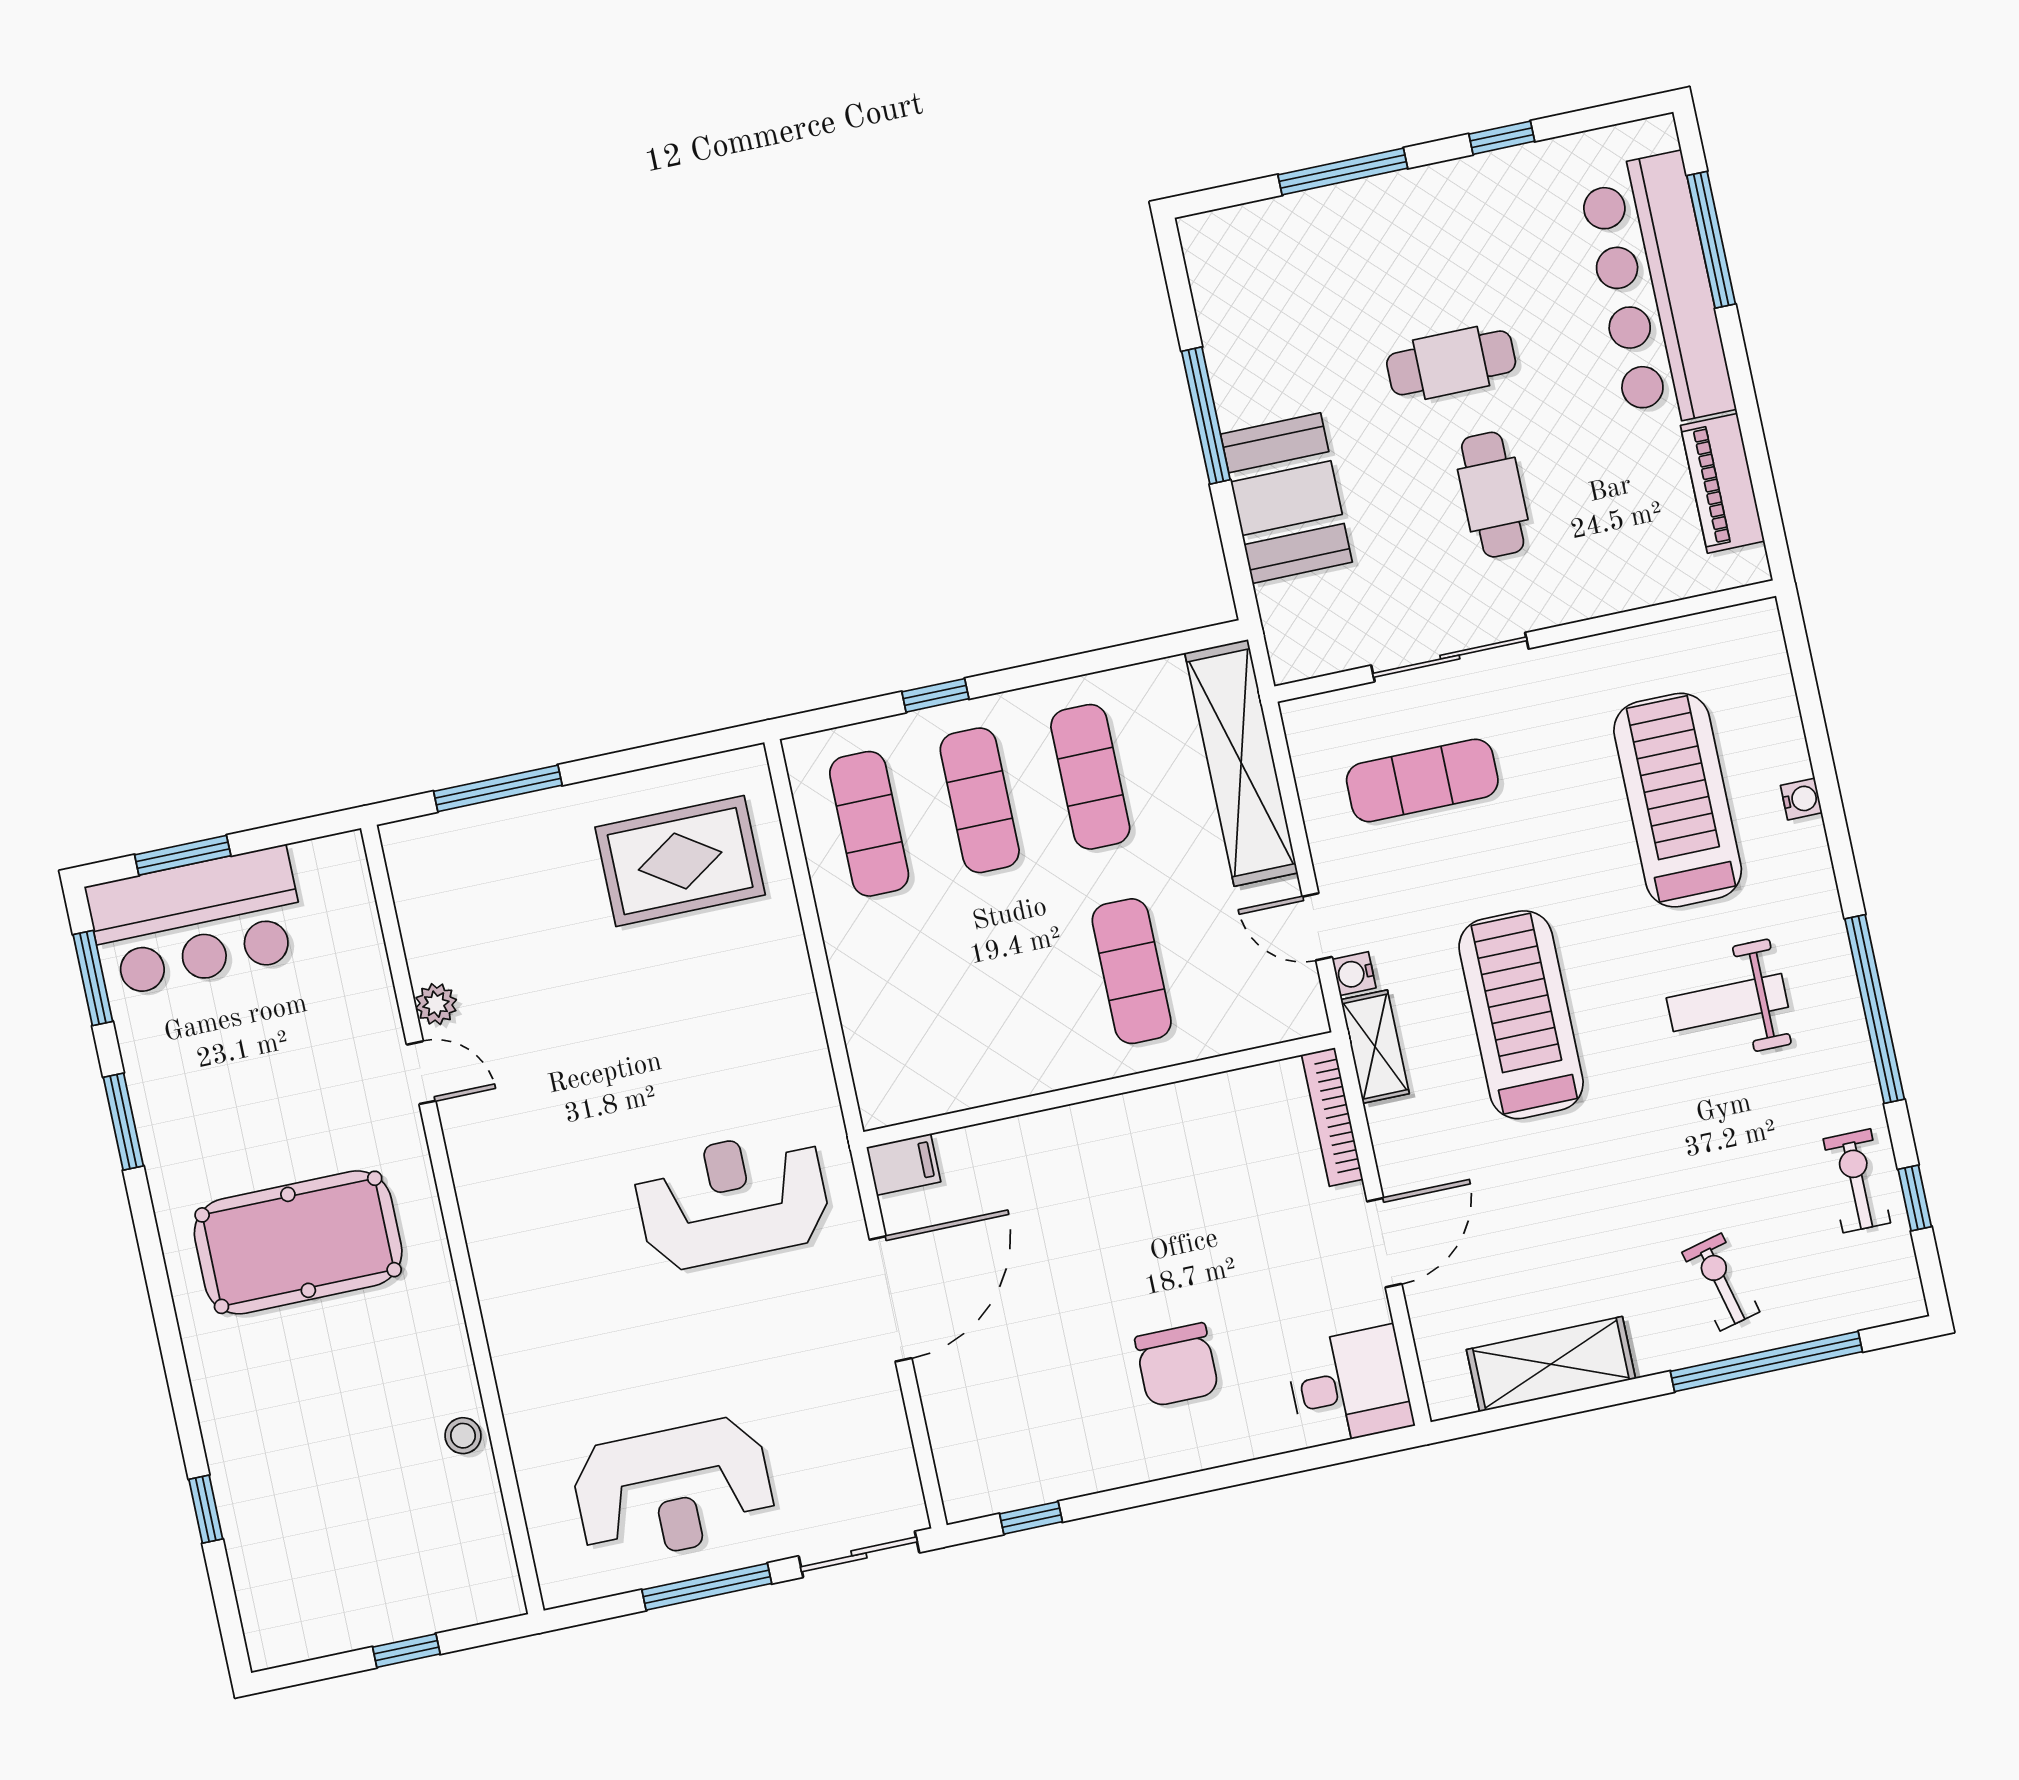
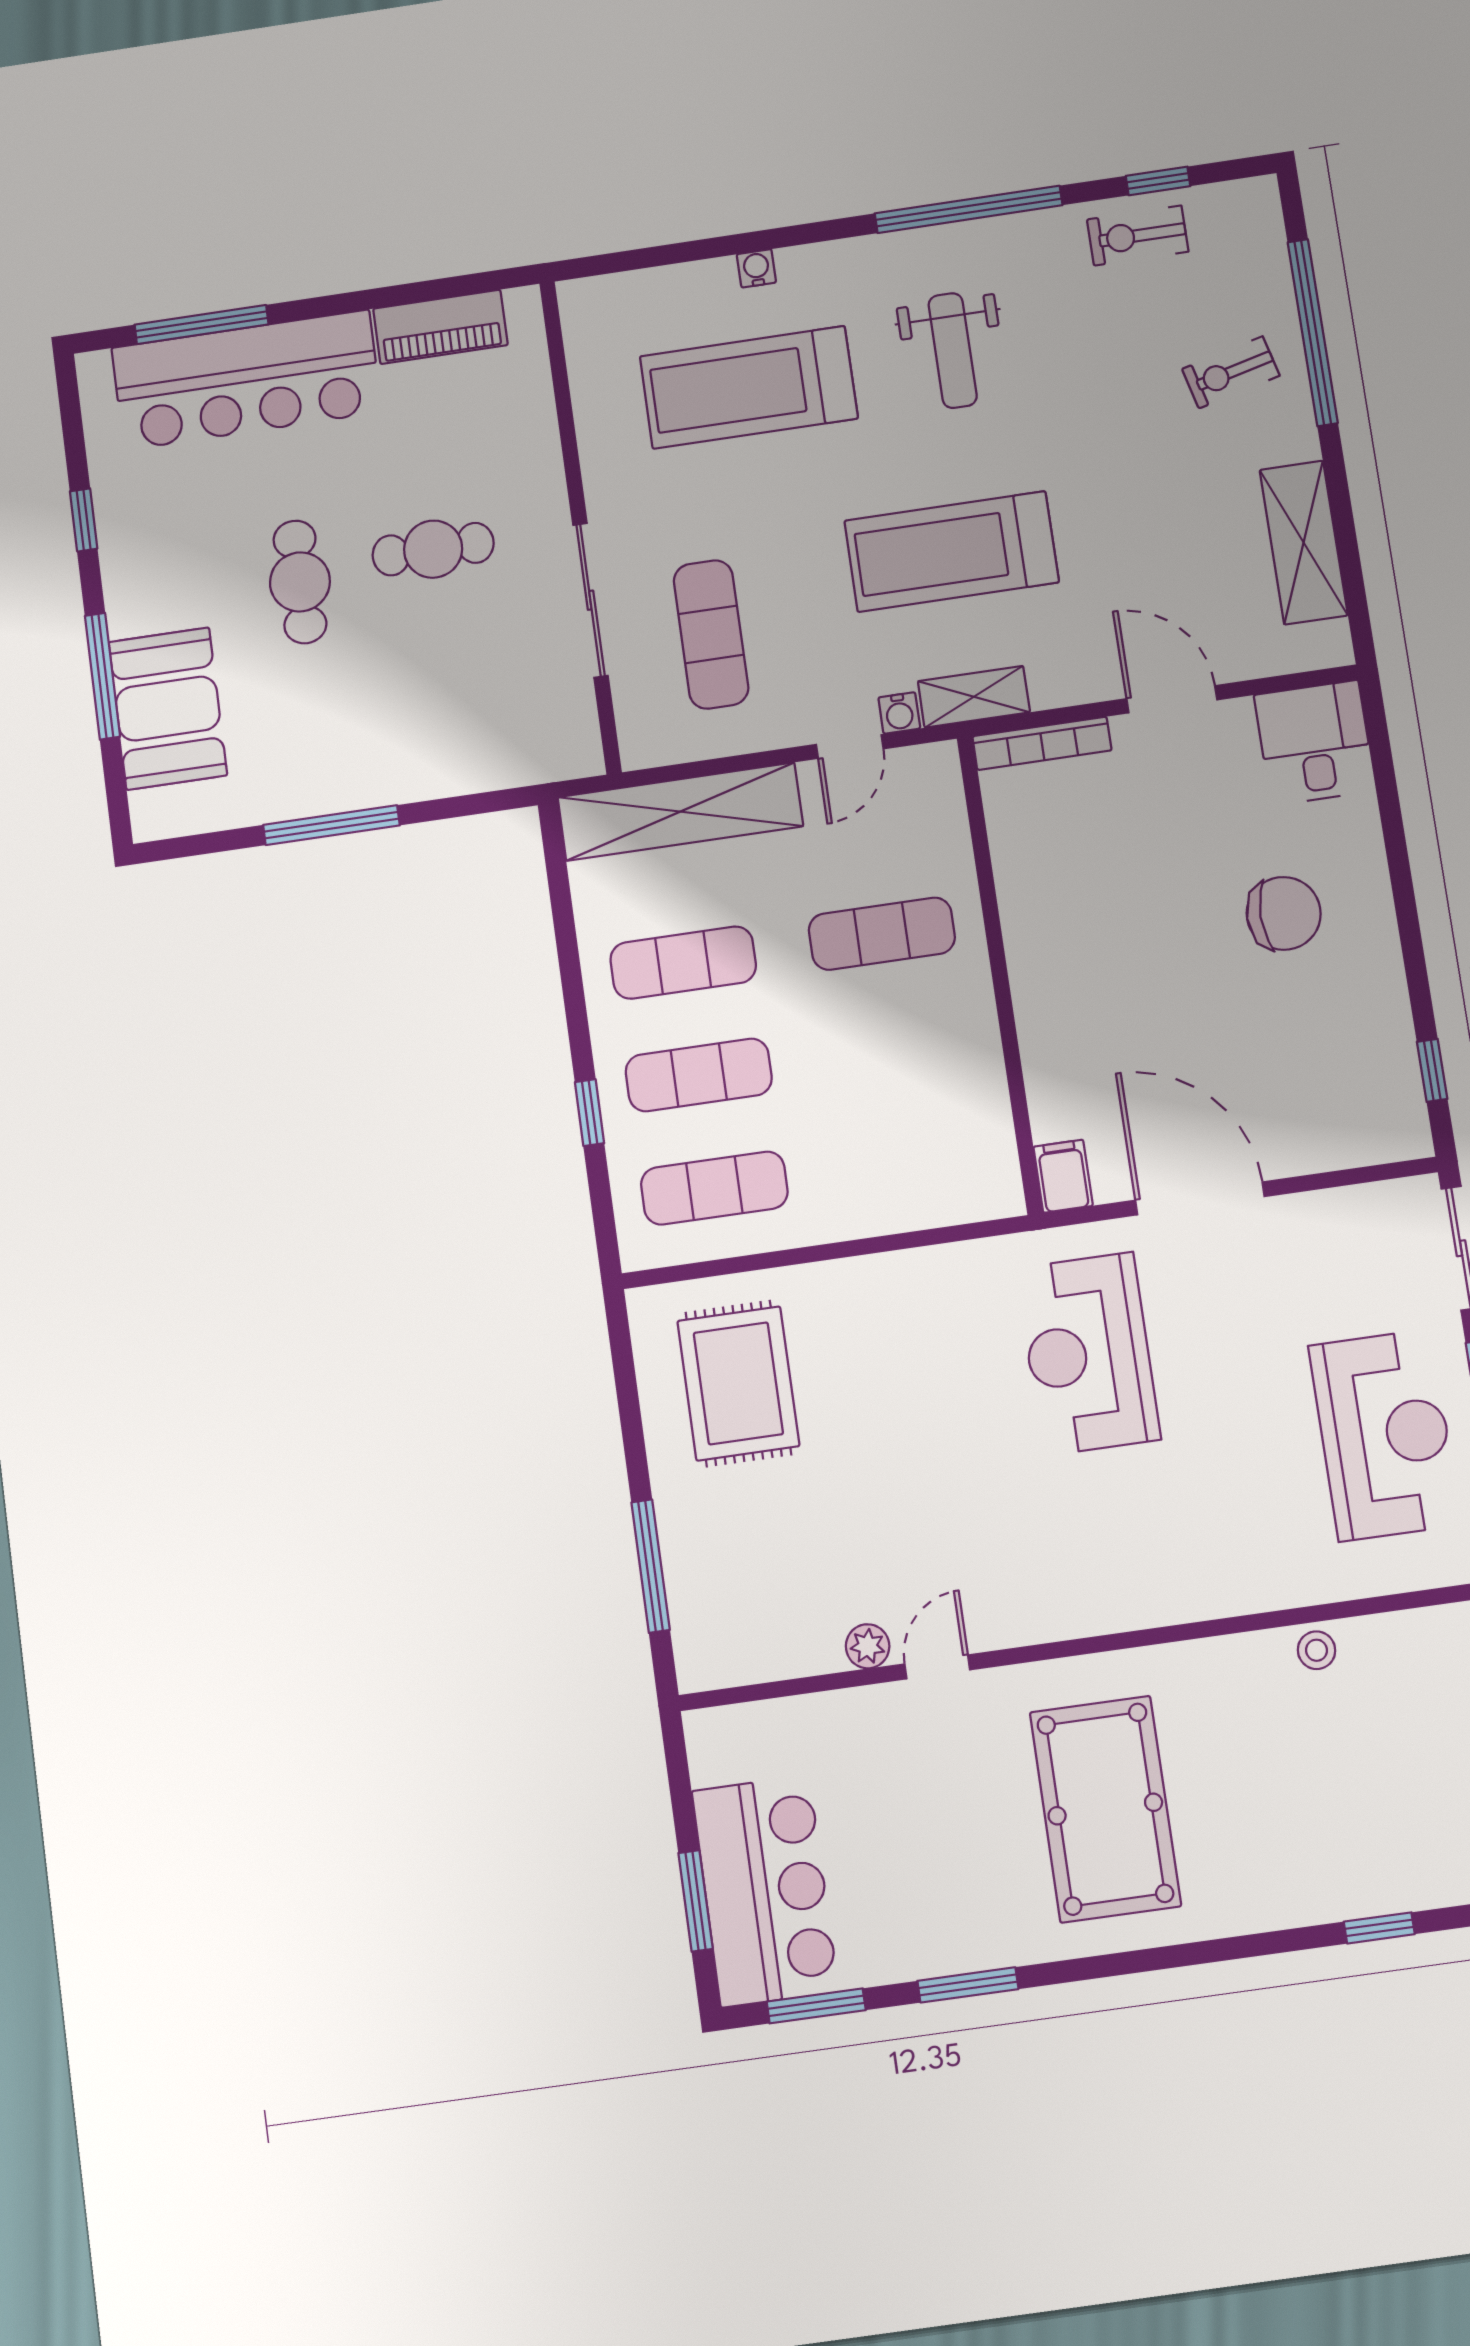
booth: (1286, 498) -> (168, 709), moved, turned 90

